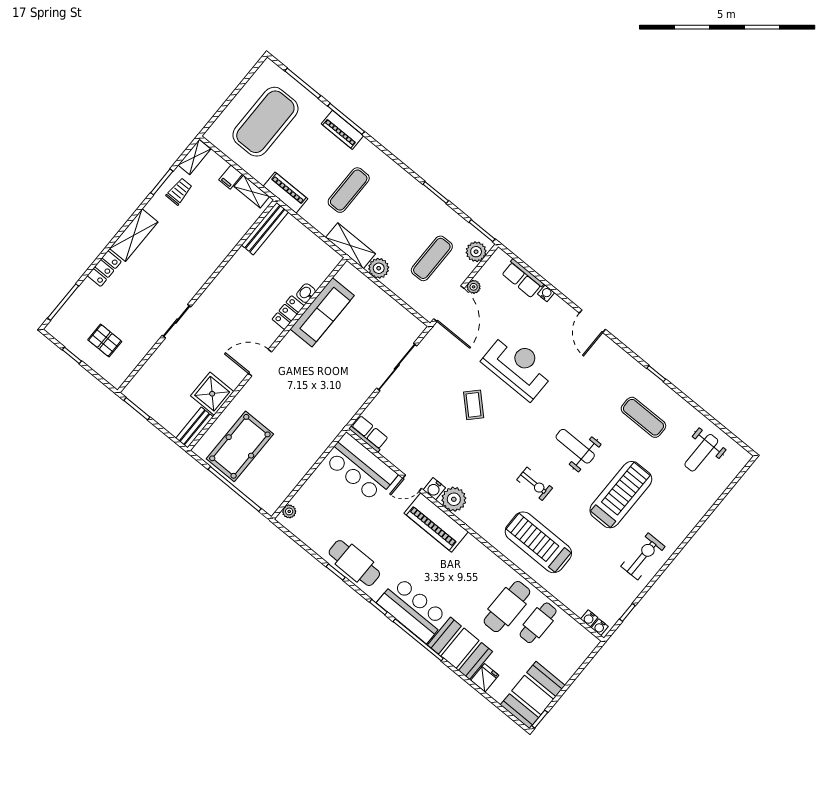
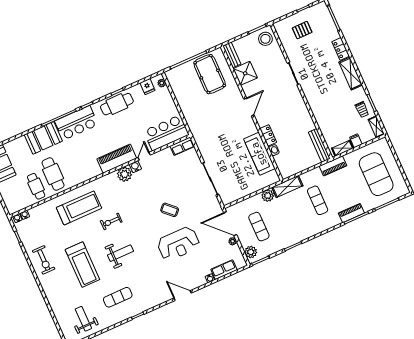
stool: (145, 389) -> (265, 39), added
fridge: (485, 678) -> (147, 87), moved

